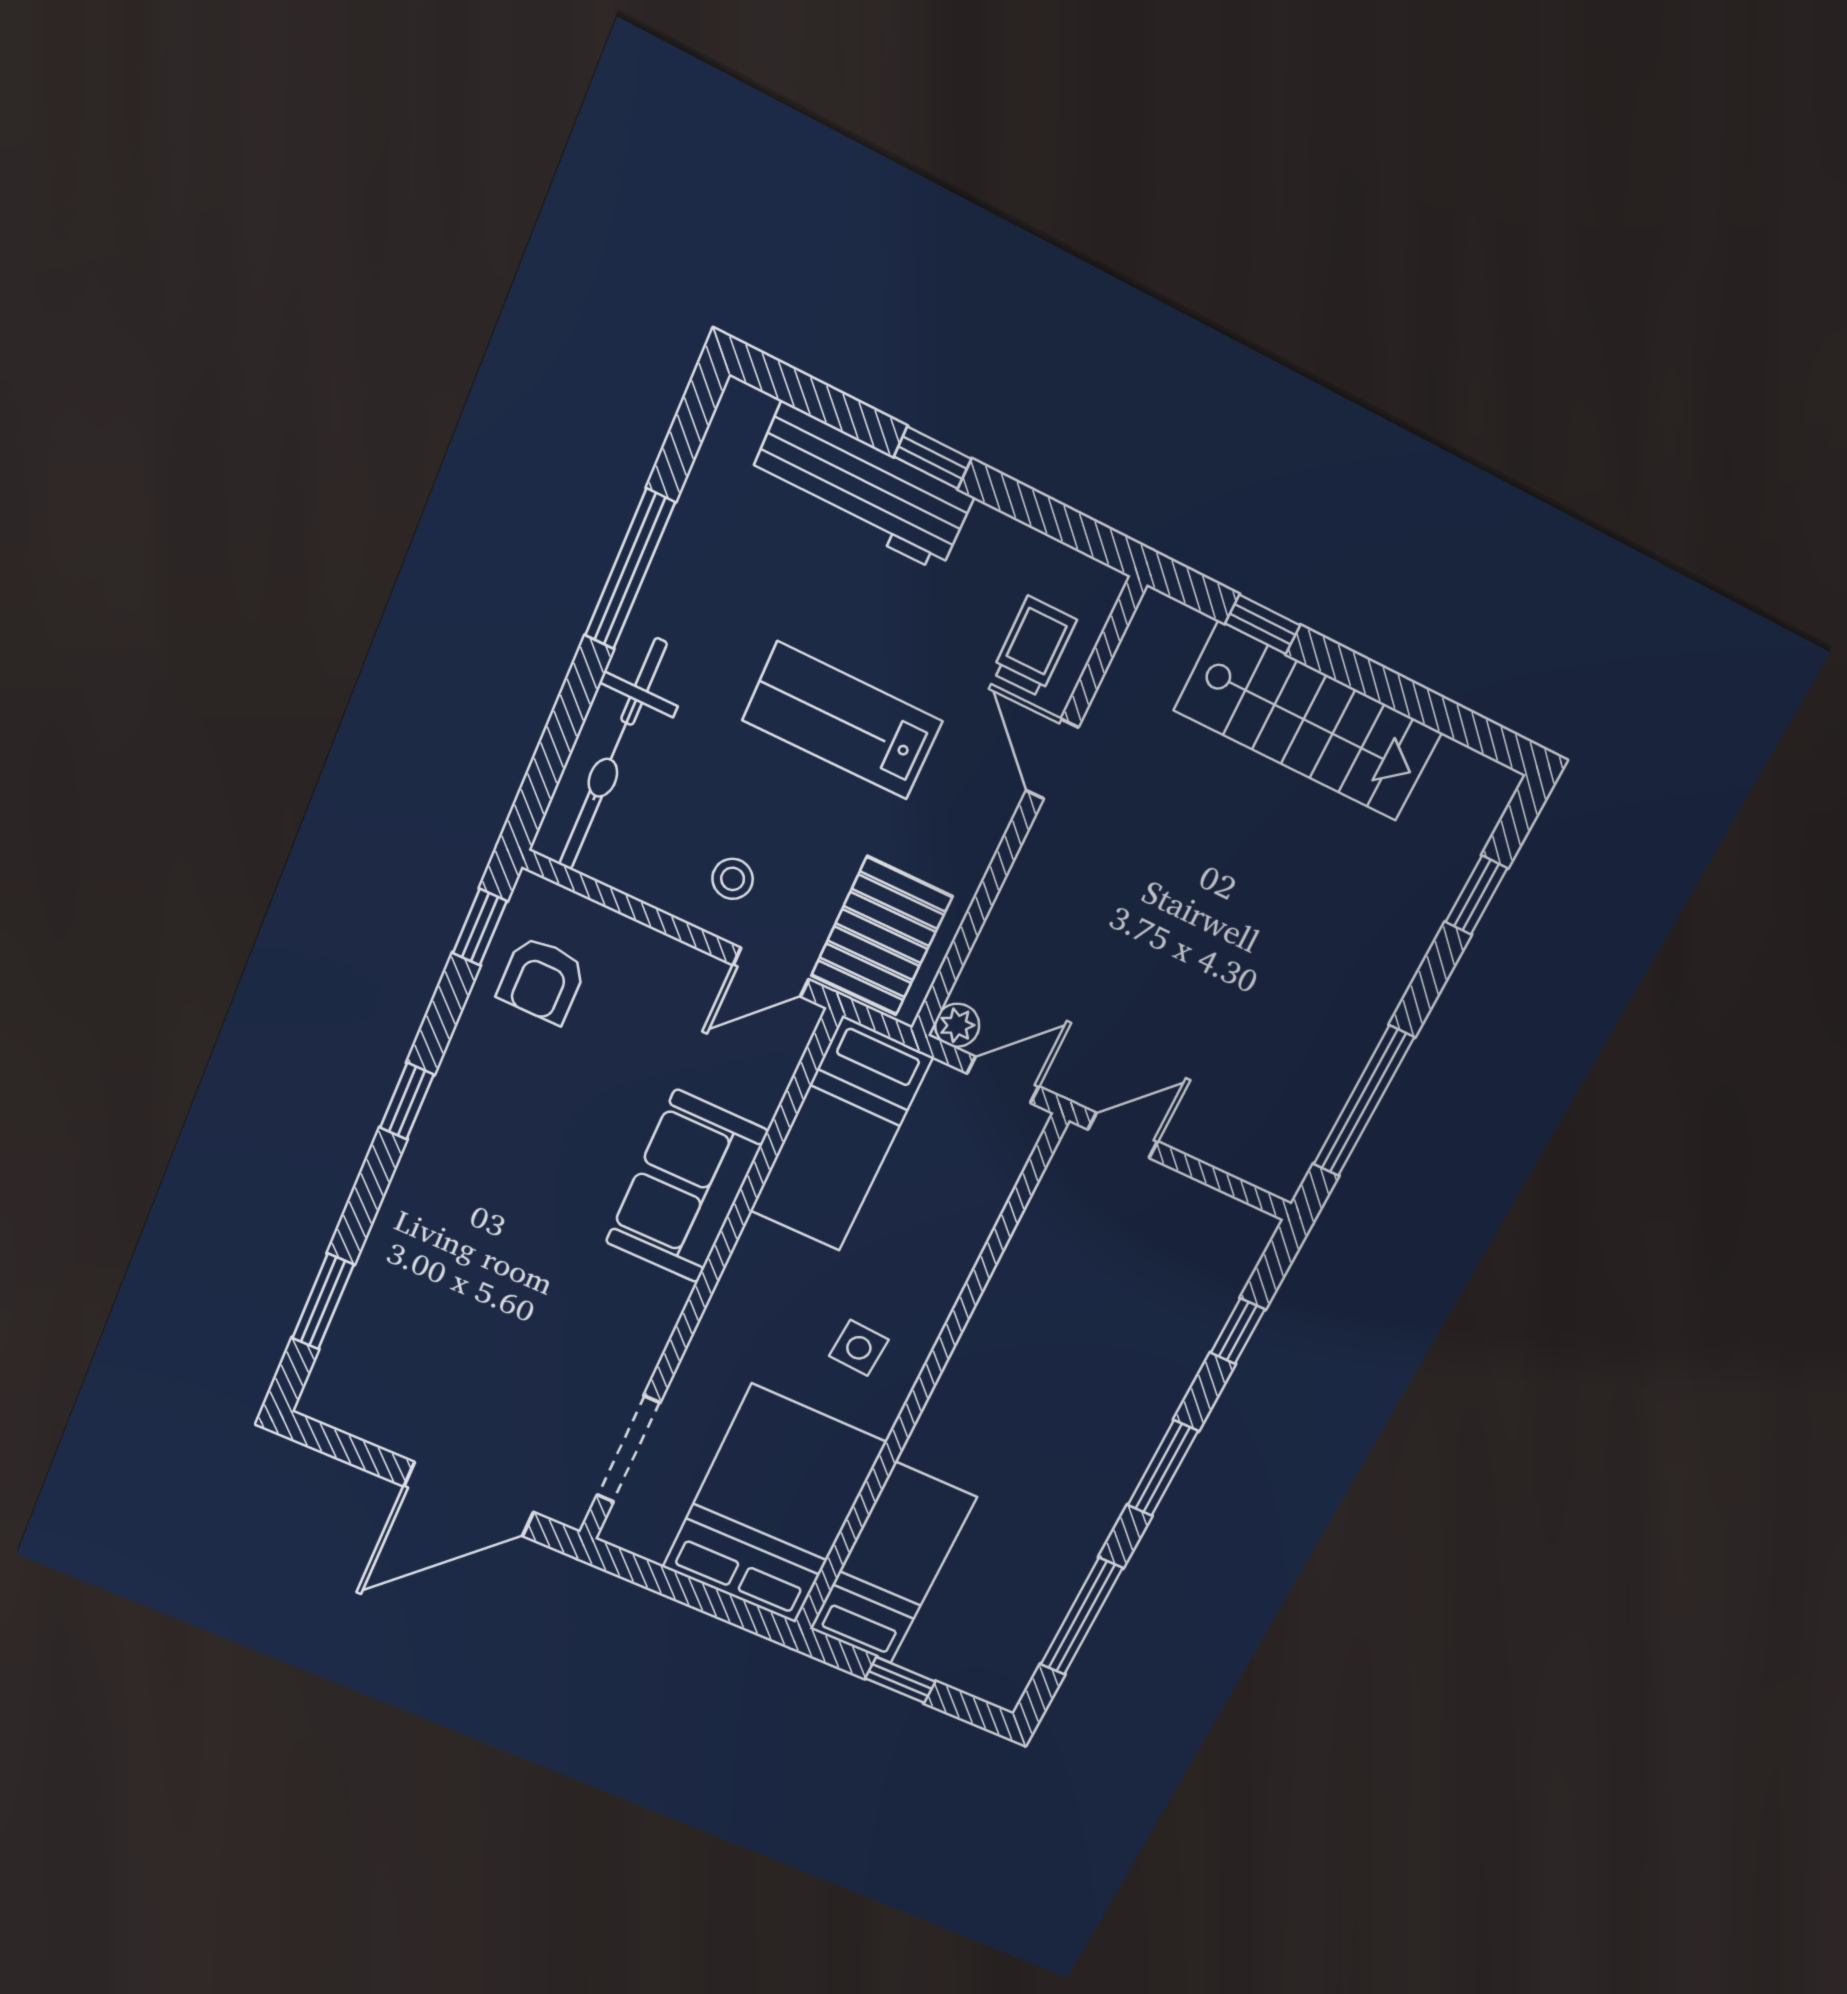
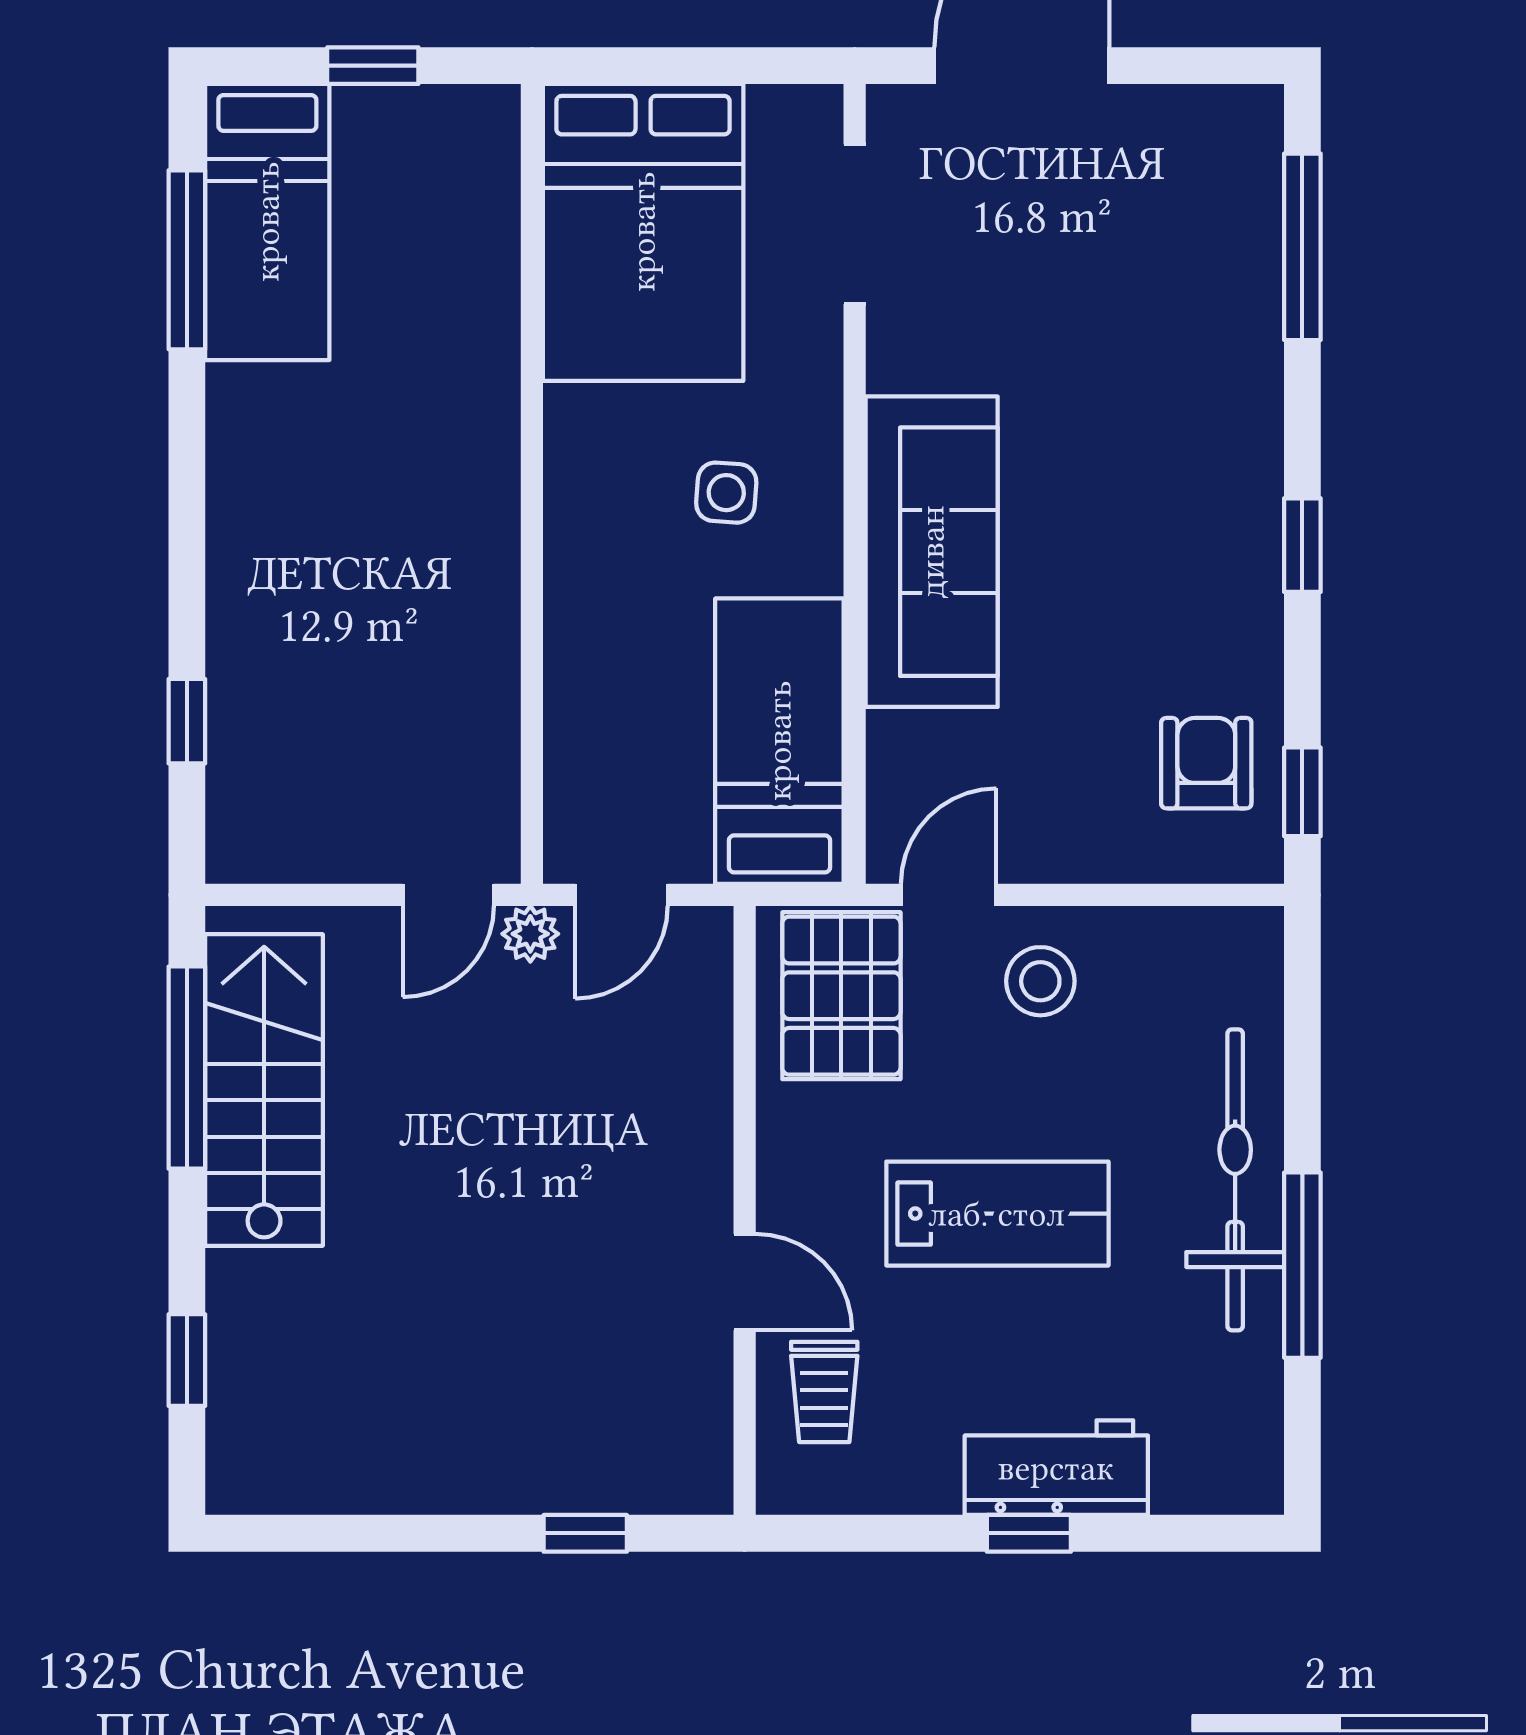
workbench: (862, 487) -> (1056, 1468), width x0.73
stairs: (1308, 721) -> (264, 1090), moved, turned 90
bicycle: (613, 755) -> (1235, 1180), moved
stool: (733, 879) -> (1040, 981), width x1.37, depth x1.37
plant: (957, 1025) -> (530, 934), moved
sofa: (687, 1187) -> (932, 552), width x1.36
window: (323, 1301) -> (1302, 247), width x1.44
side table: (859, 1348) -> (726, 493), moved
window: (1163, 1468) -> (187, 504), removed
bed: (893, 1564) -> (267, 222), moved

